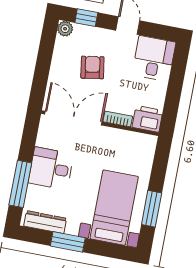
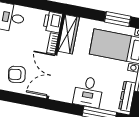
armchair: (92, 67) -> (17, 74), moved
wardrobe: (131, 141) -> (69, 34), added

